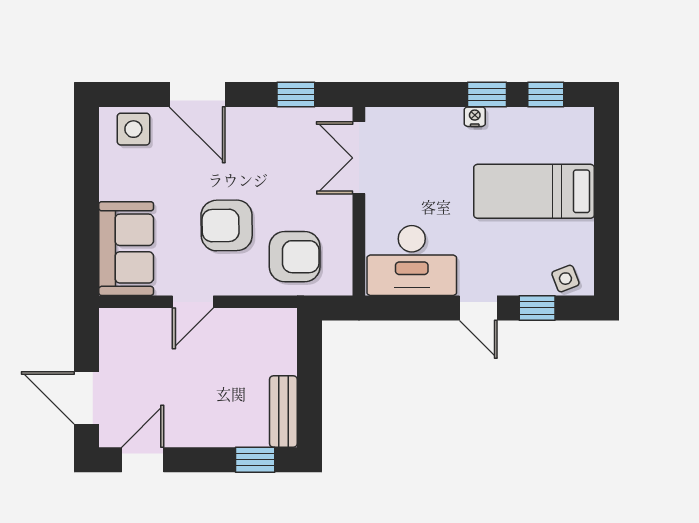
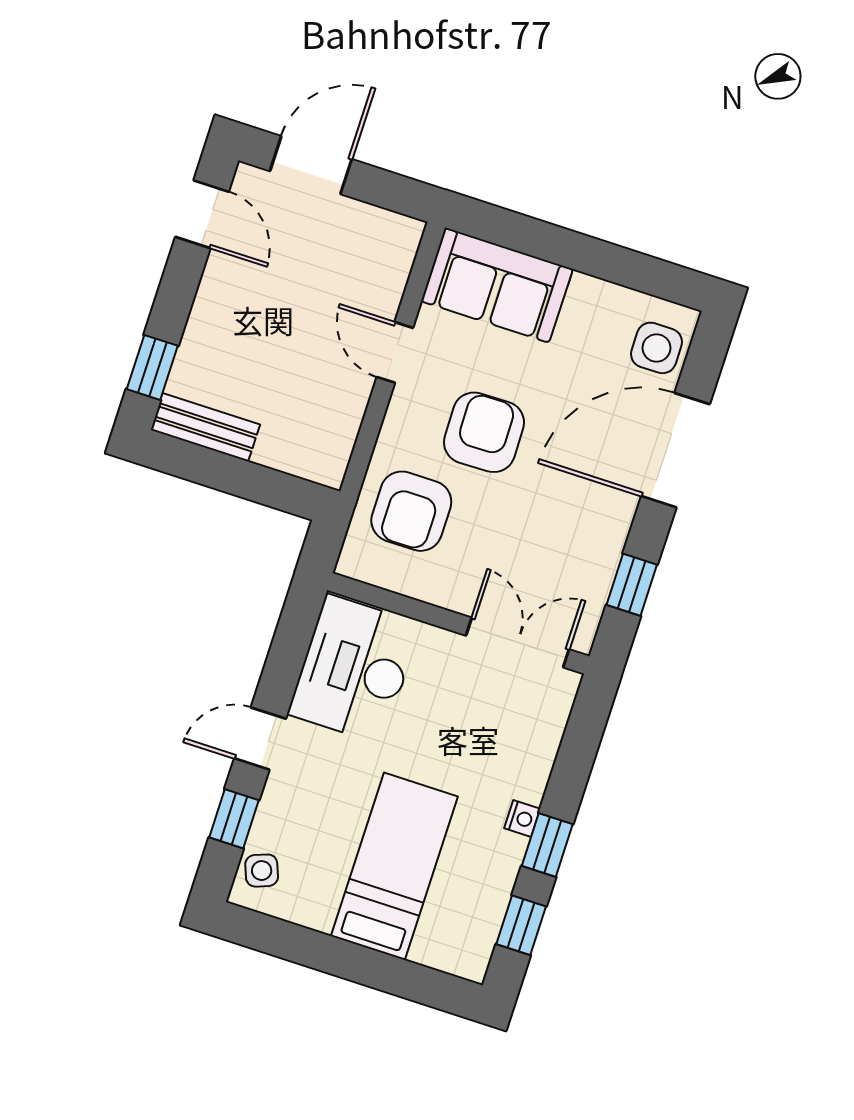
door: (197, 94) -> (675, 450), width x1.36

